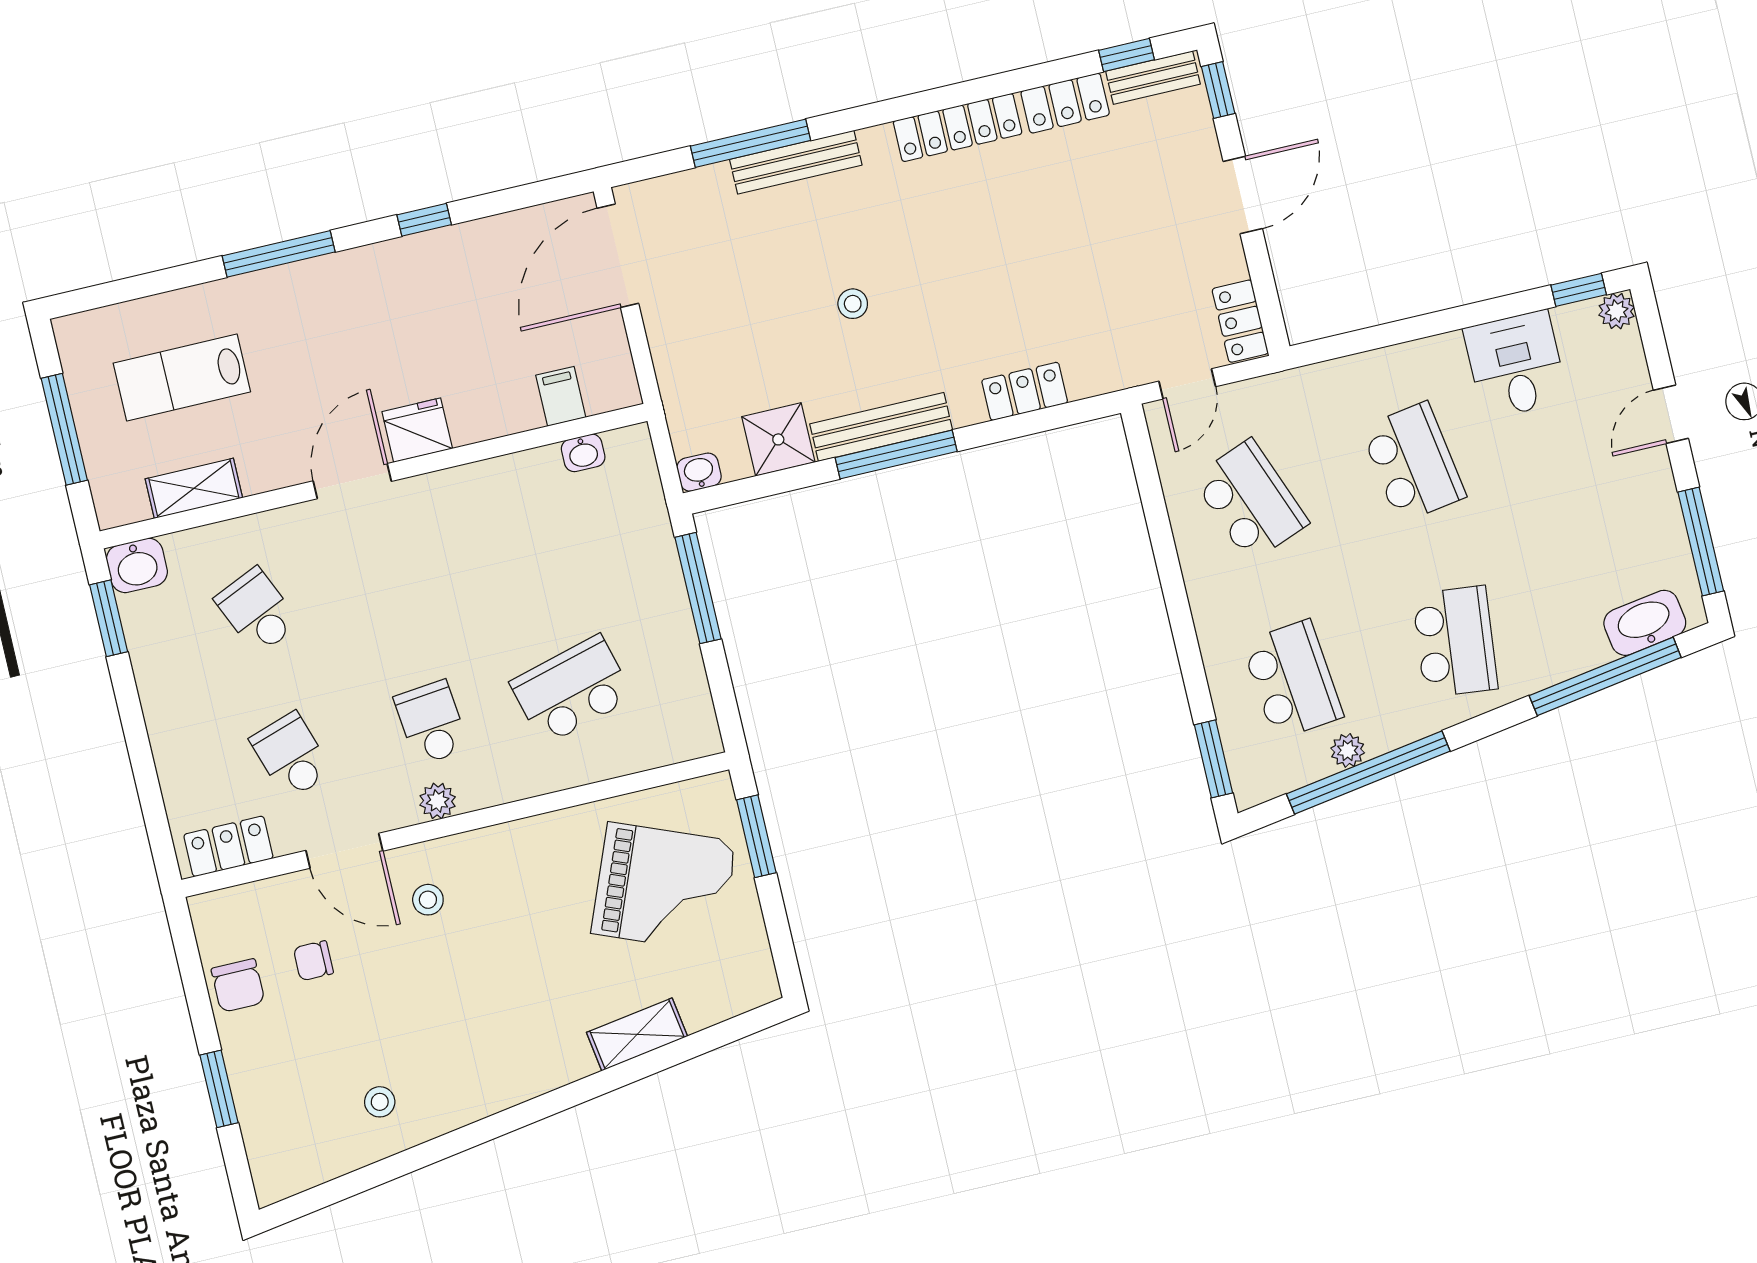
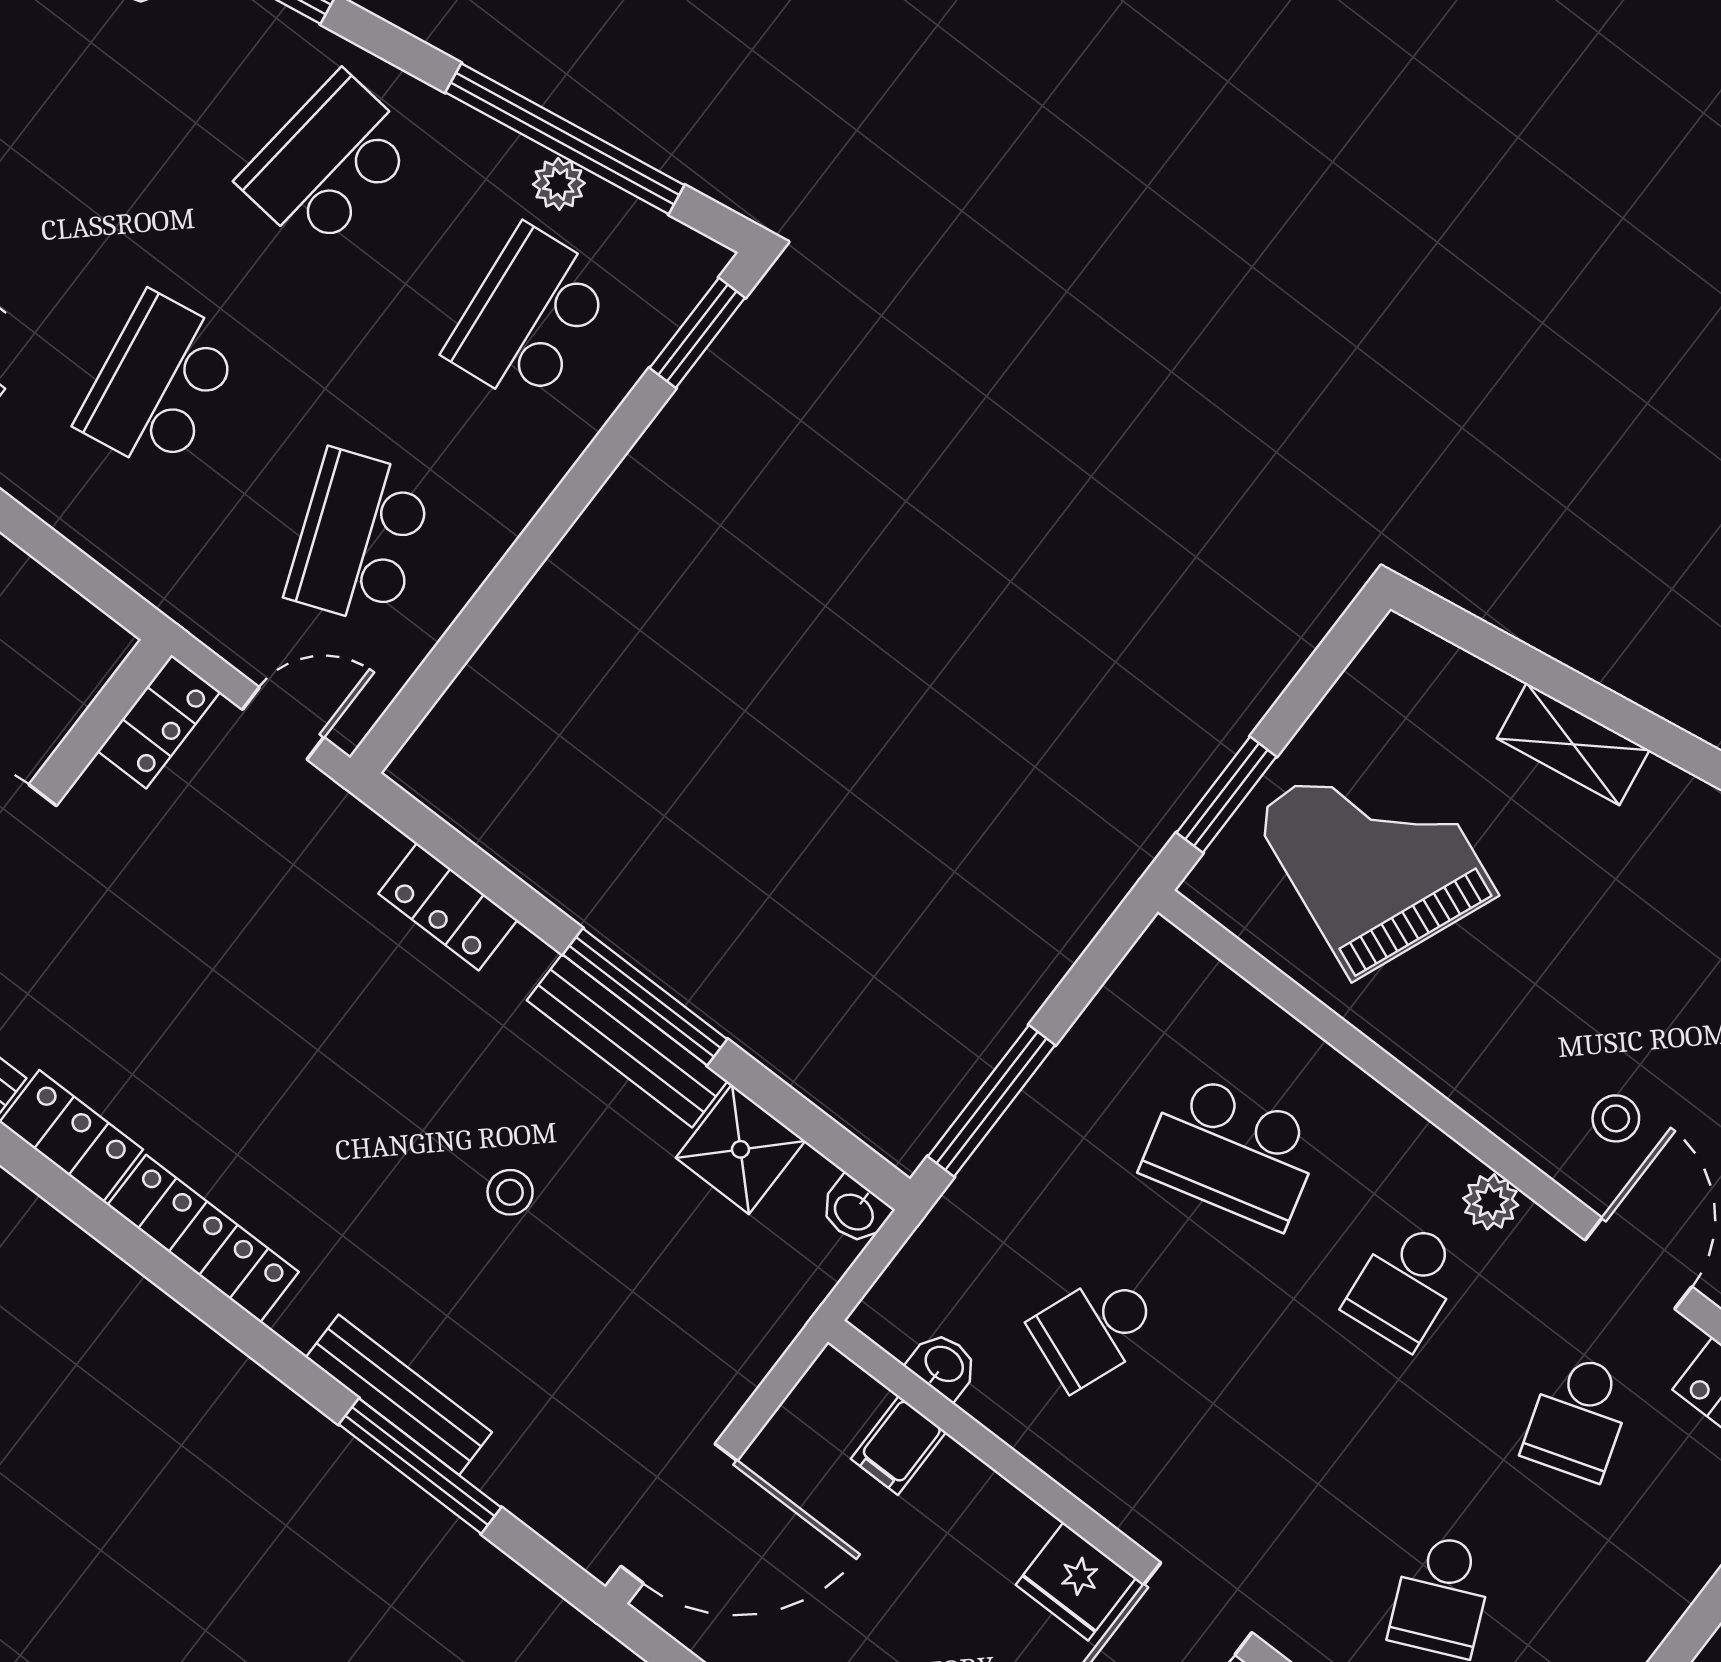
school desk: (538, 545) -> (1095, 1330), added

